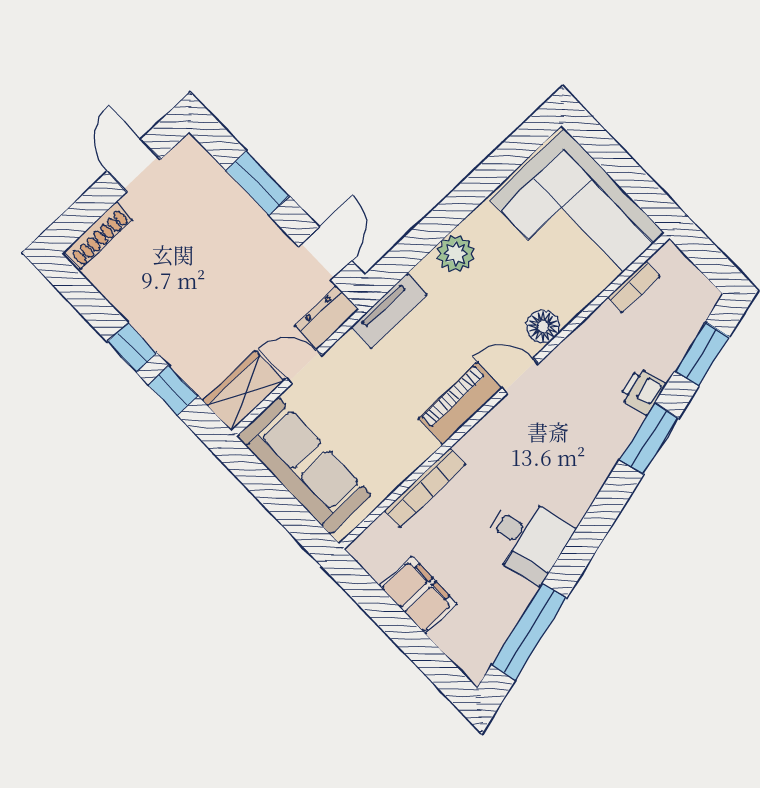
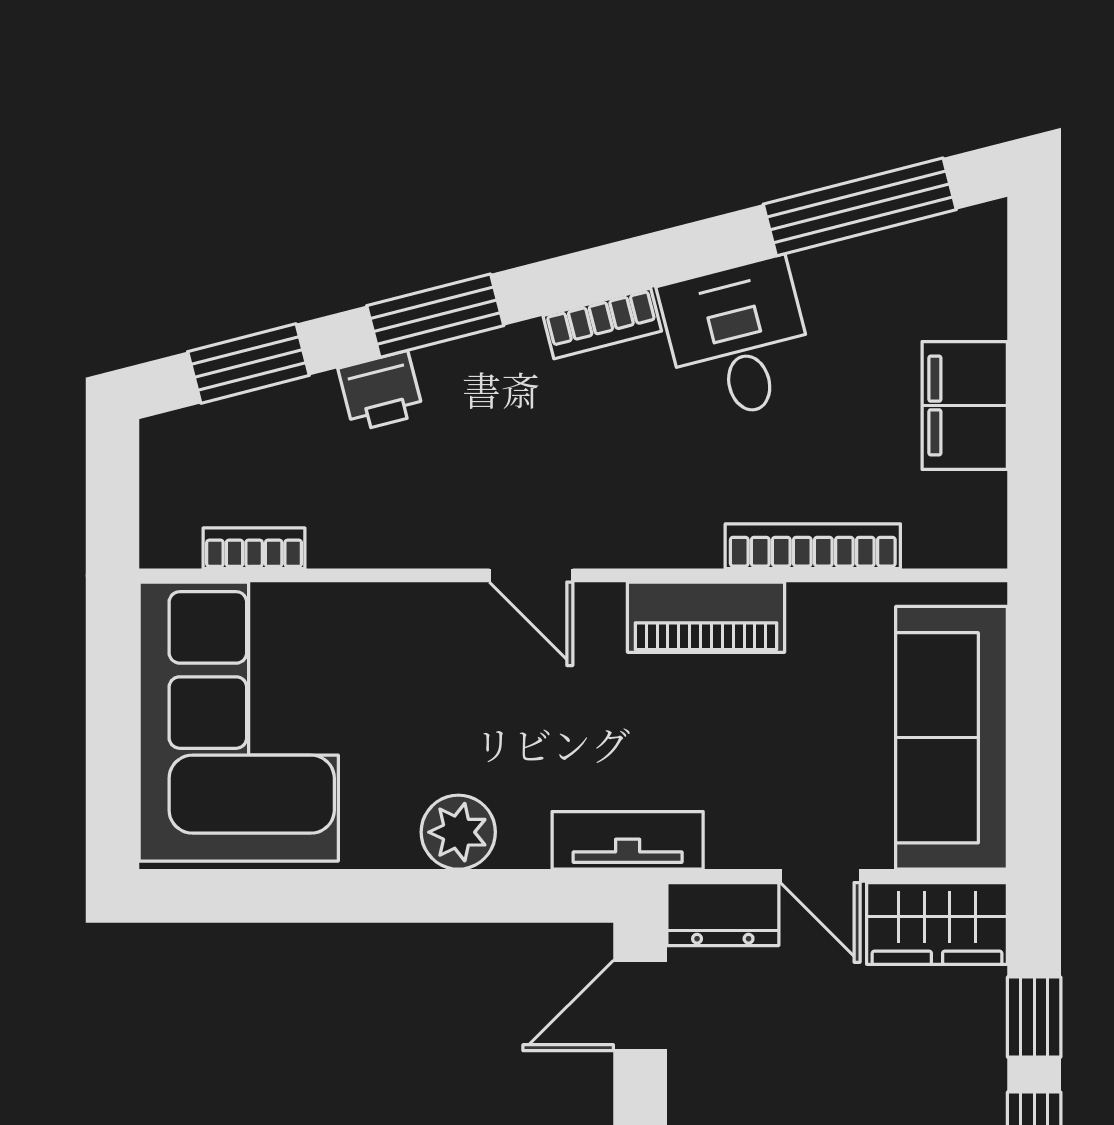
floor lamp: (543, 327) -> (433, 614), removed
piano: (460, 403) -> (706, 617), moved
bookcase: (584, 496) -> (602, 323), added

